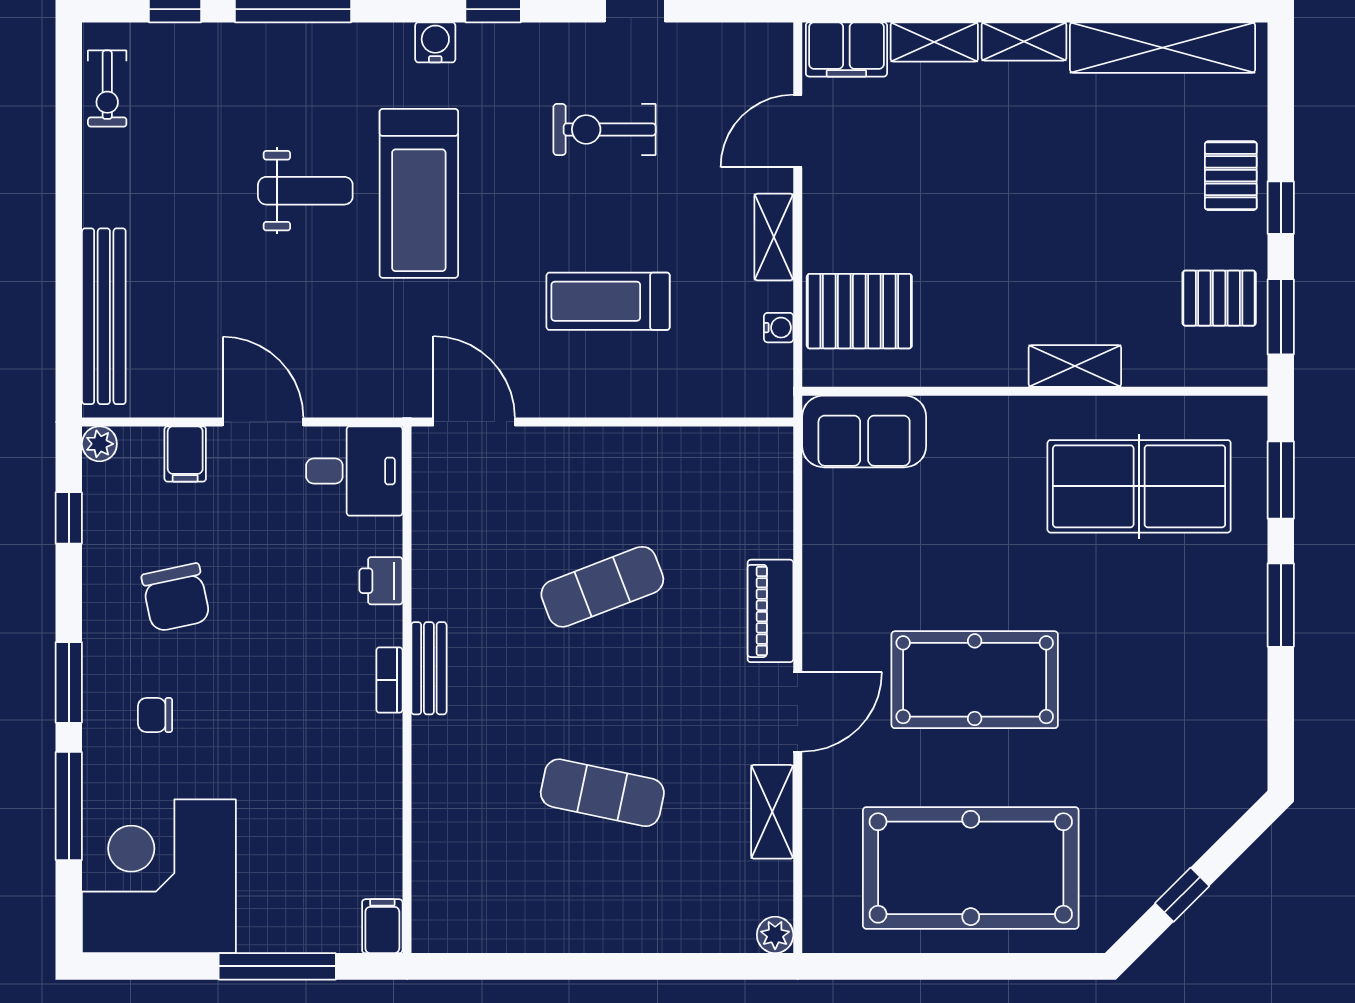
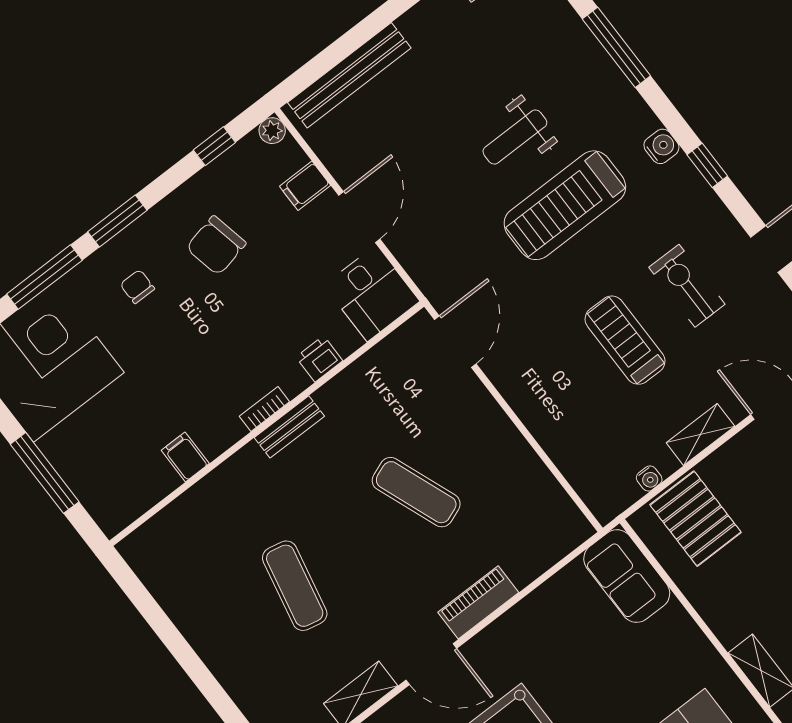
weight bench: (305, 191) -> (515, 137), turned 90
treadmill: (608, 301) -> (625, 340), moved
filing cabinet: (382, 926) -> (185, 457), moved, turned -90

